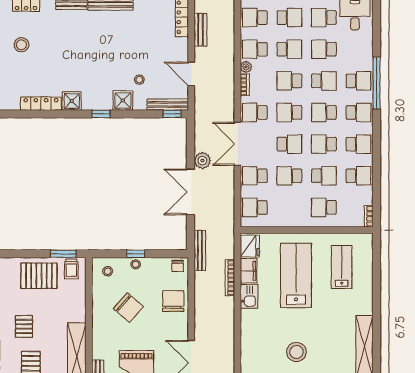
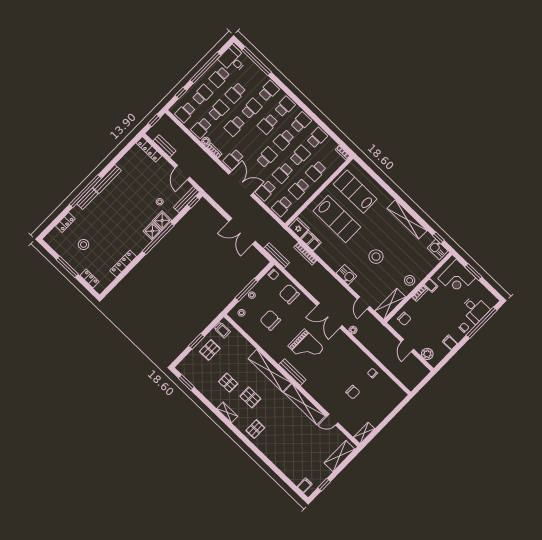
door: (191, 74) -> (182, 172), hinge flipped
window: (377, 83) -> (257, 61), moved
shower: (72, 101) -> (152, 231), moved
school desk: (289, 112) -> (299, 189), moved
window: (101, 114) -> (158, 238), width x3.17
double door: (237, 144) -> (241, 184), swing flipped
plant: (202, 161) -> (232, 210), removed
window: (63, 254) -> (196, 341), moved
window: (136, 254) -> (246, 290), width x2.17
lab bench: (342, 267) -> (355, 192), width x1.36, depth x1.39
lab bench: (296, 275) -> (337, 219), turned 180
pallet: (39, 276) -> (210, 350), width x0.67, depth x0.71
kitchen sink: (249, 296) -> (346, 275), moved
chair: (128, 308) -> (270, 320), turned -131

